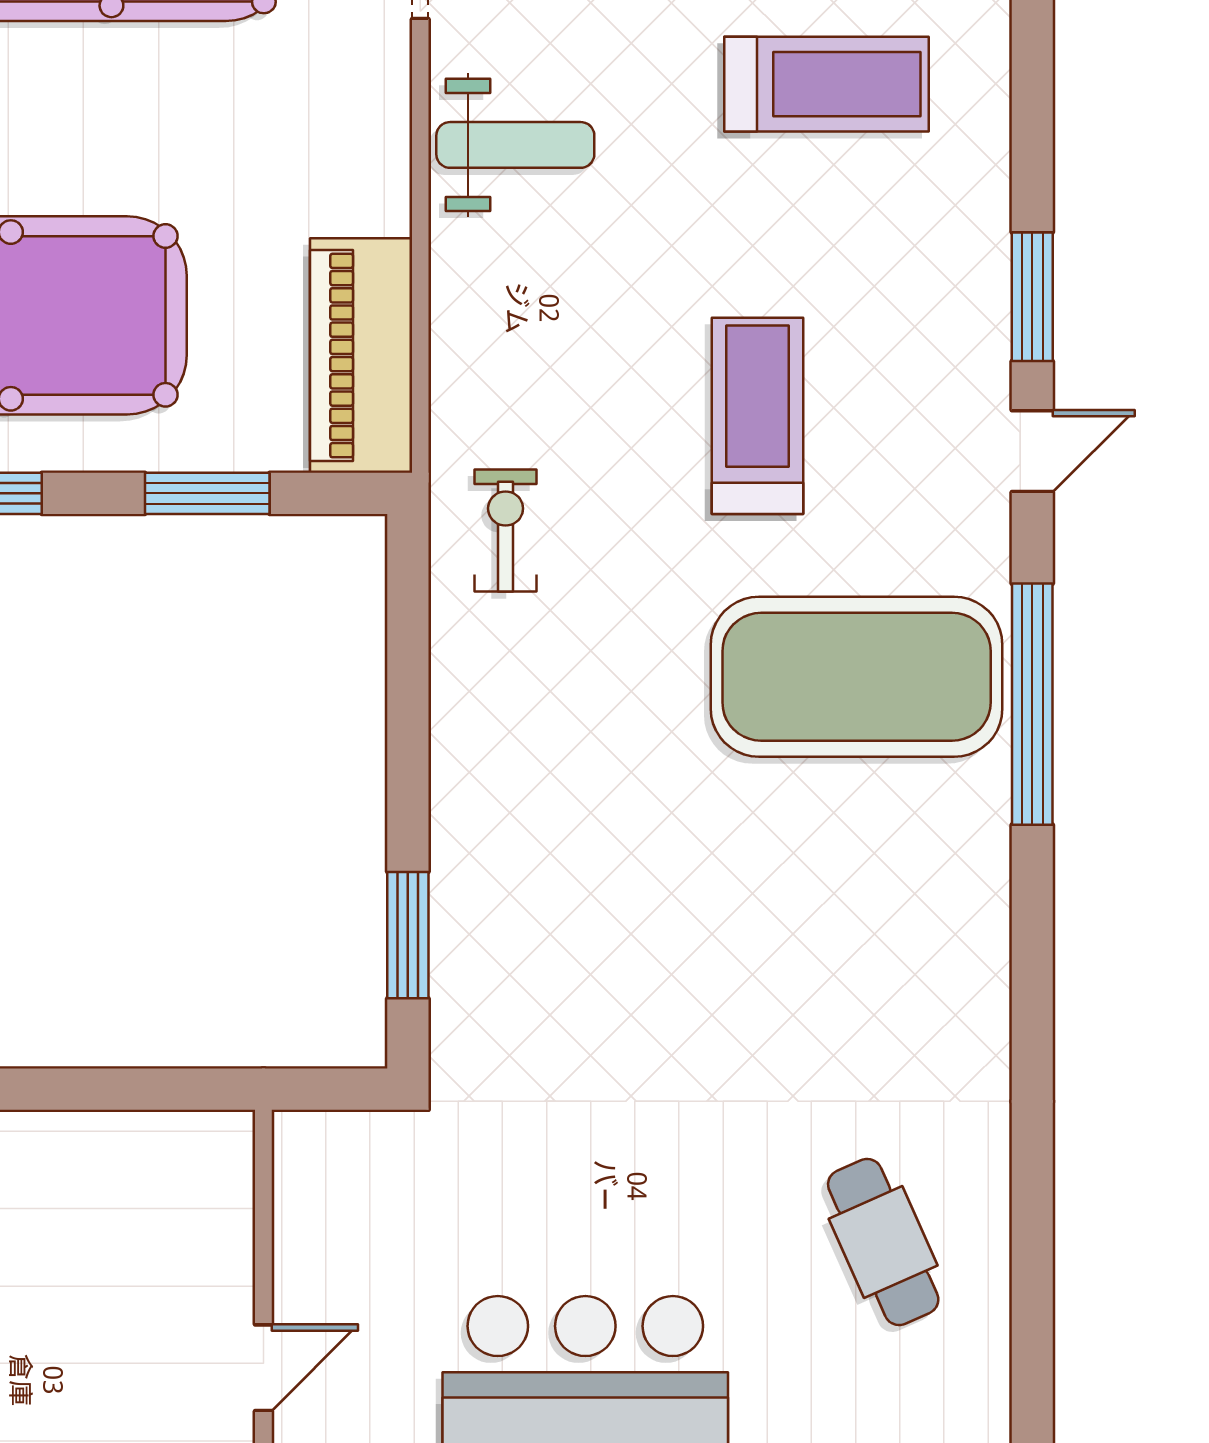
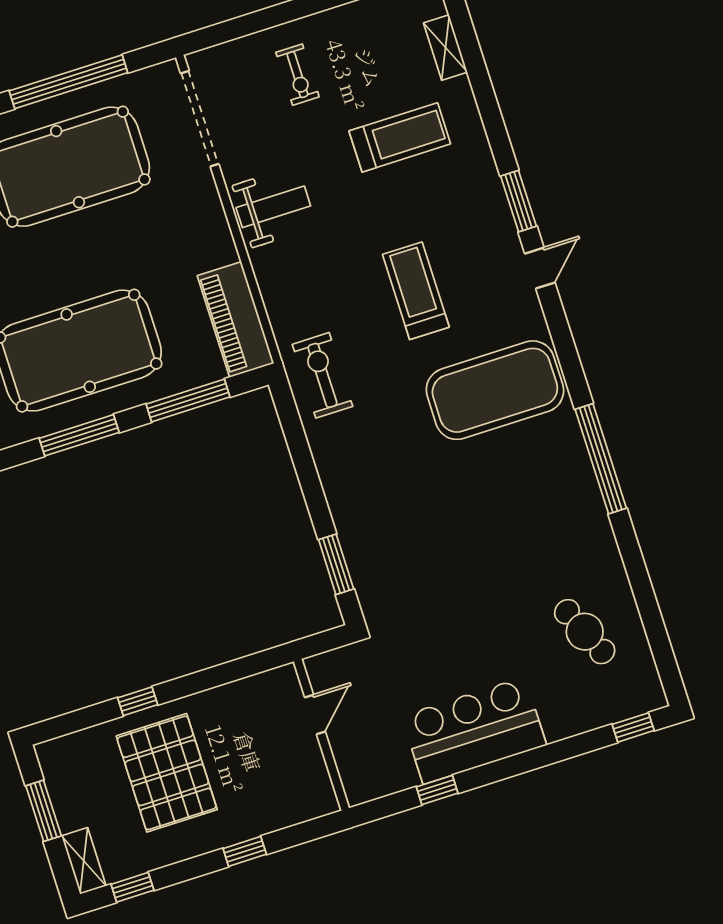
window: (207, 493) -> (188, 401), width x1.44
exercise bike: (506, 531) -> (322, 375), width x1.38, depth x1.39
window: (1032, 704) -> (601, 459), moved
door: (263, 1368) -> (315, 715), moved

